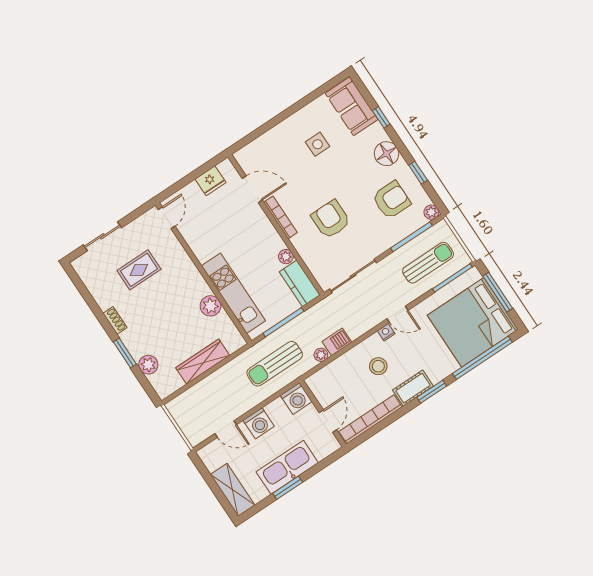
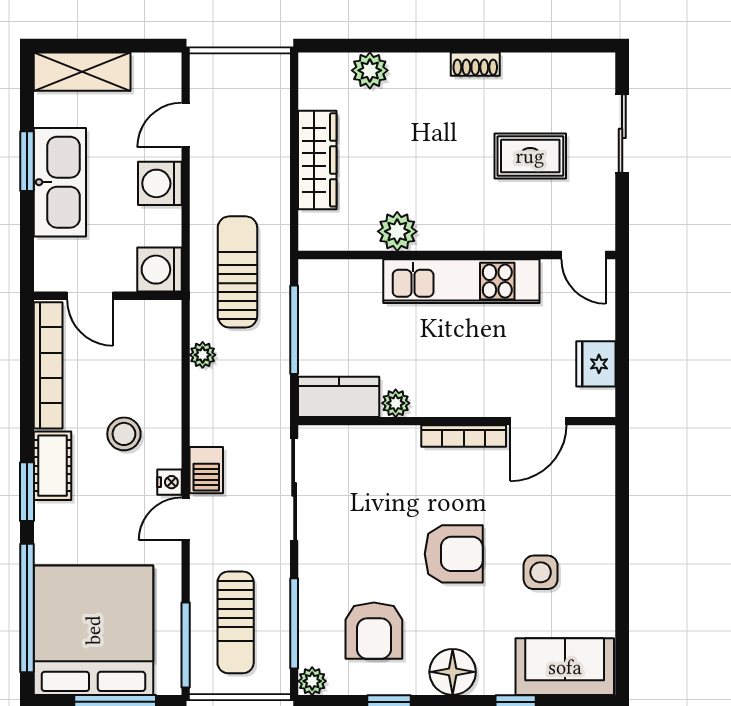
armchair: (331, 219) -> (454, 554), moved
rug: (139, 270) -> (530, 156), turned 90
kitchen unit: (233, 293) -> (461, 281), moved
barbecue: (337, 342) -> (206, 470), moved
window: (125, 353) -> (413, 46), removed

